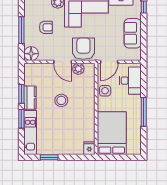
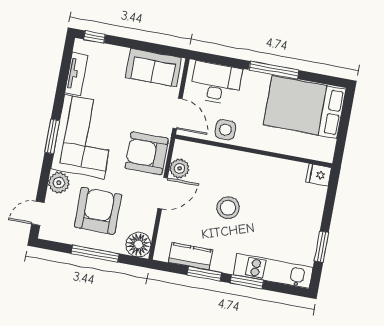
armchair: (46, 27) -> (98, 211), width x1.88, depth x1.88
sofa: (133, 33) -> (154, 68), moved
kitchen counter: (30, 98) -> (190, 256), moved
bed: (112, 133) -> (305, 107), moved

